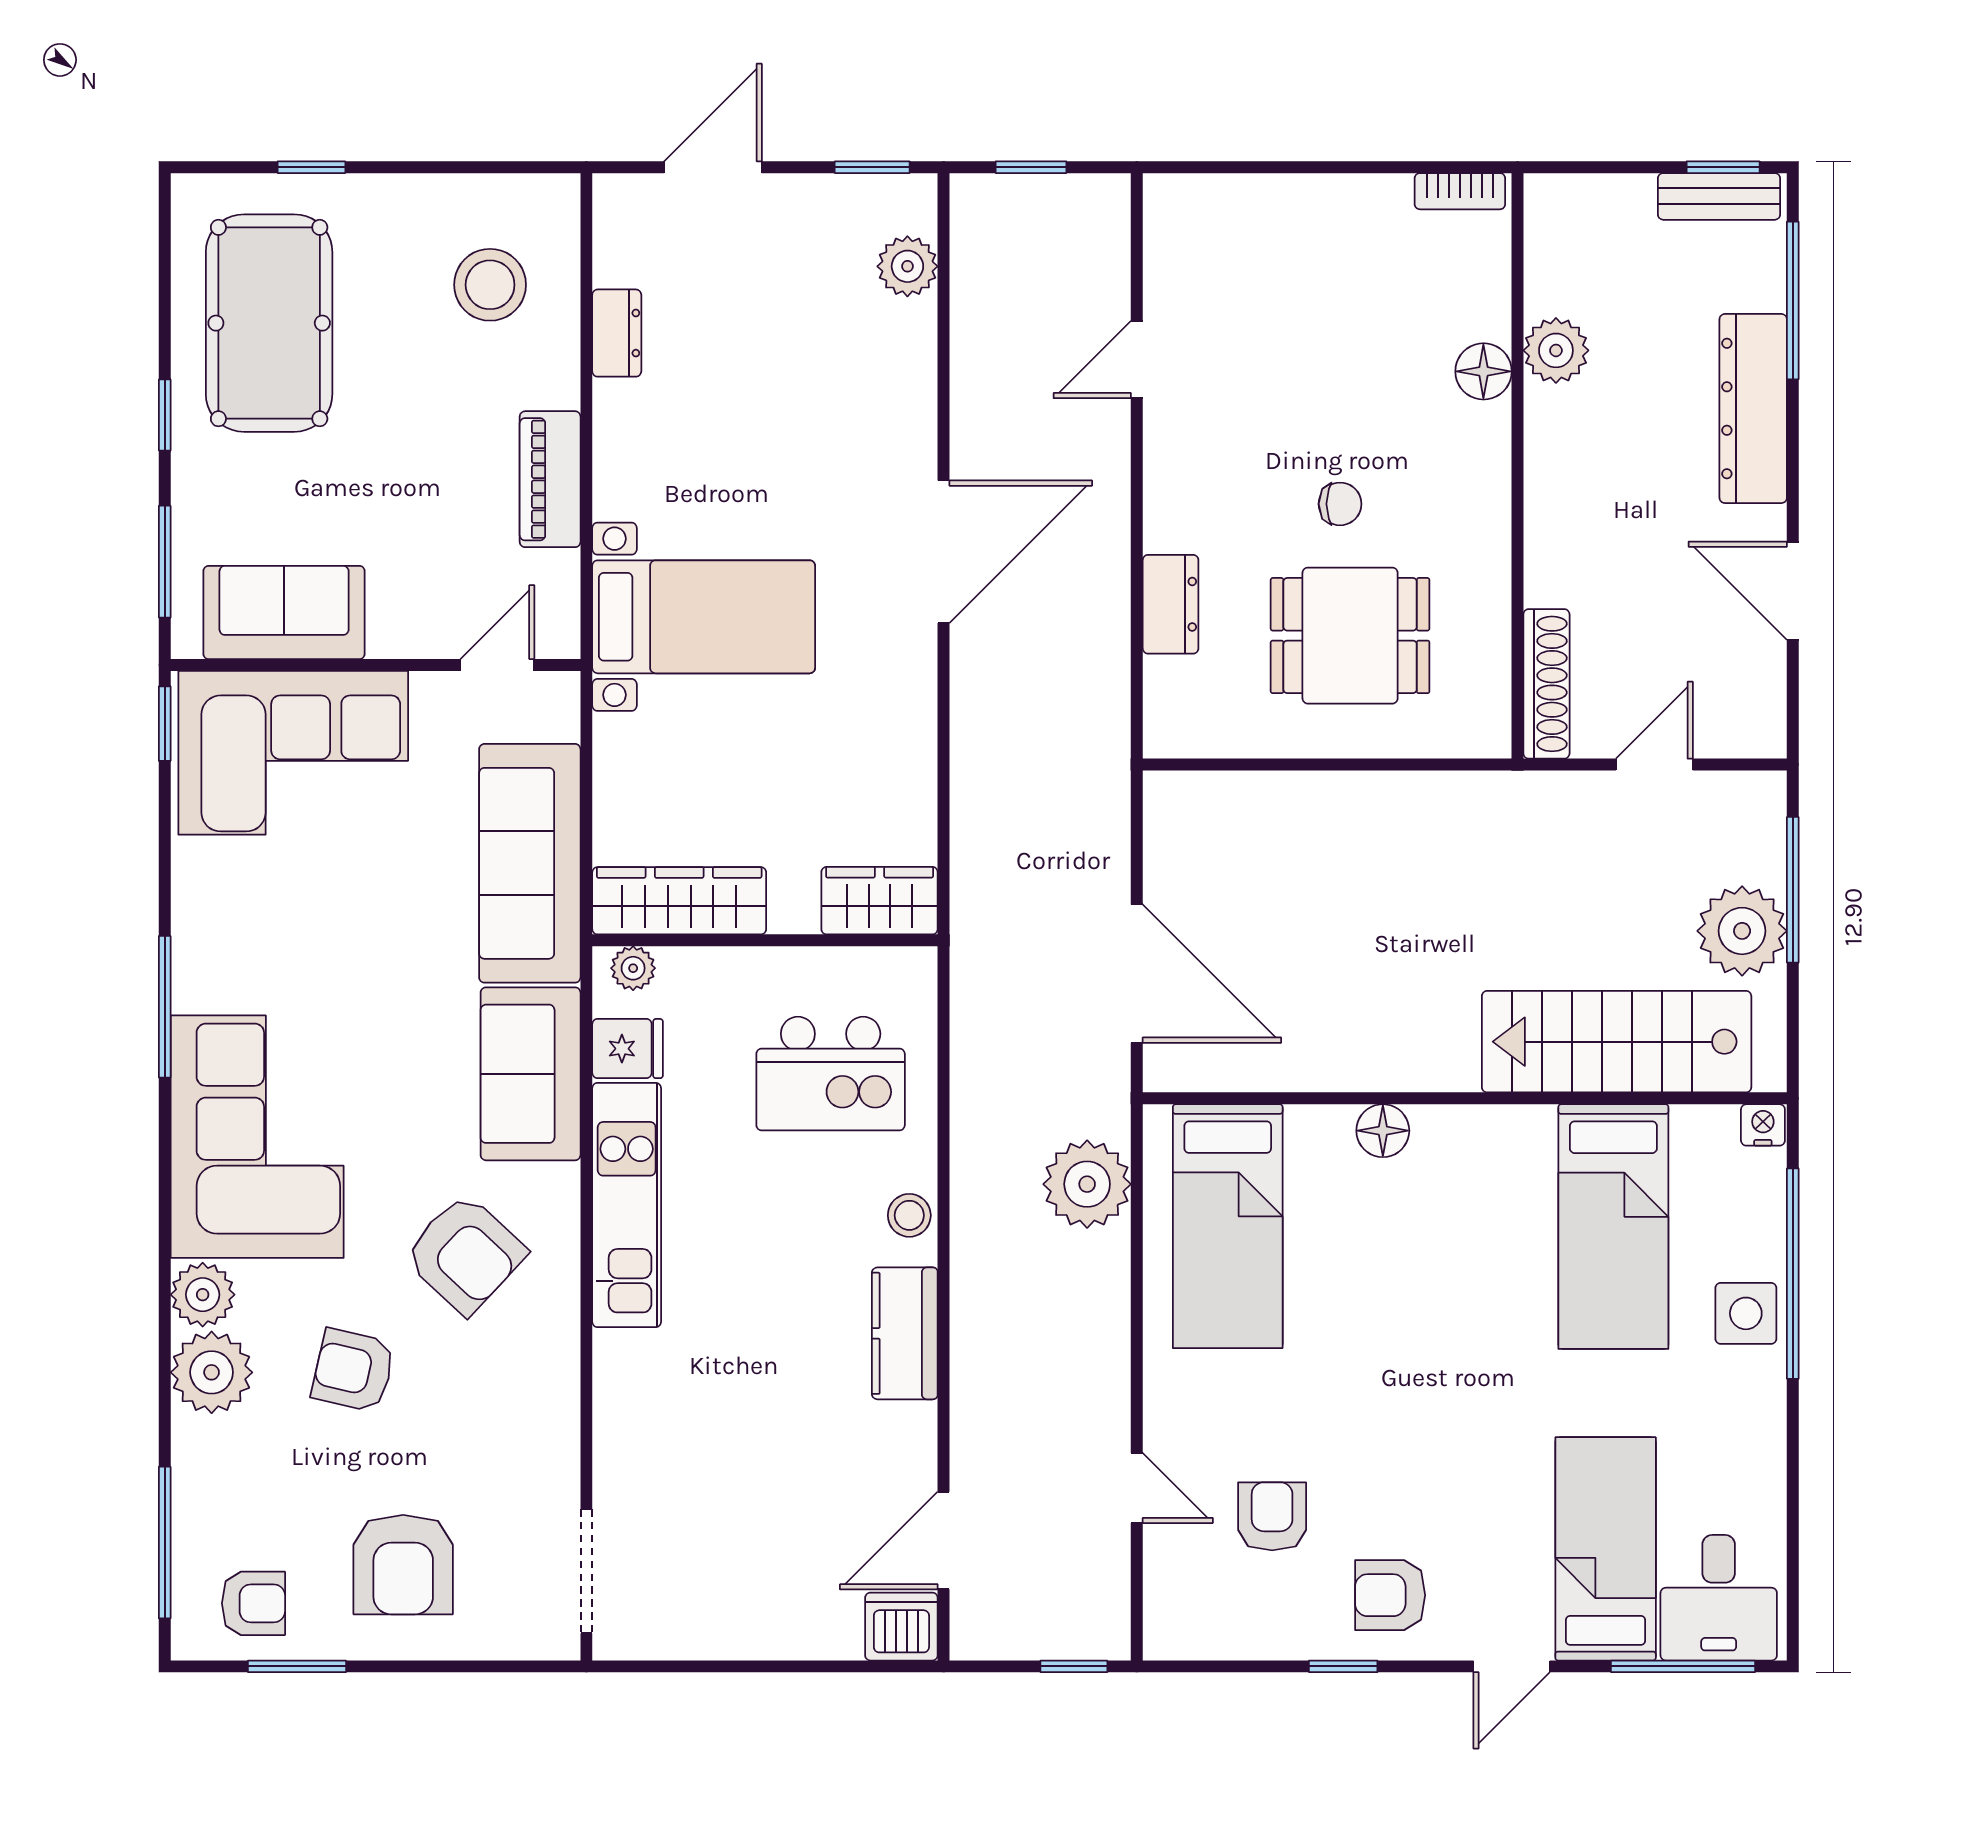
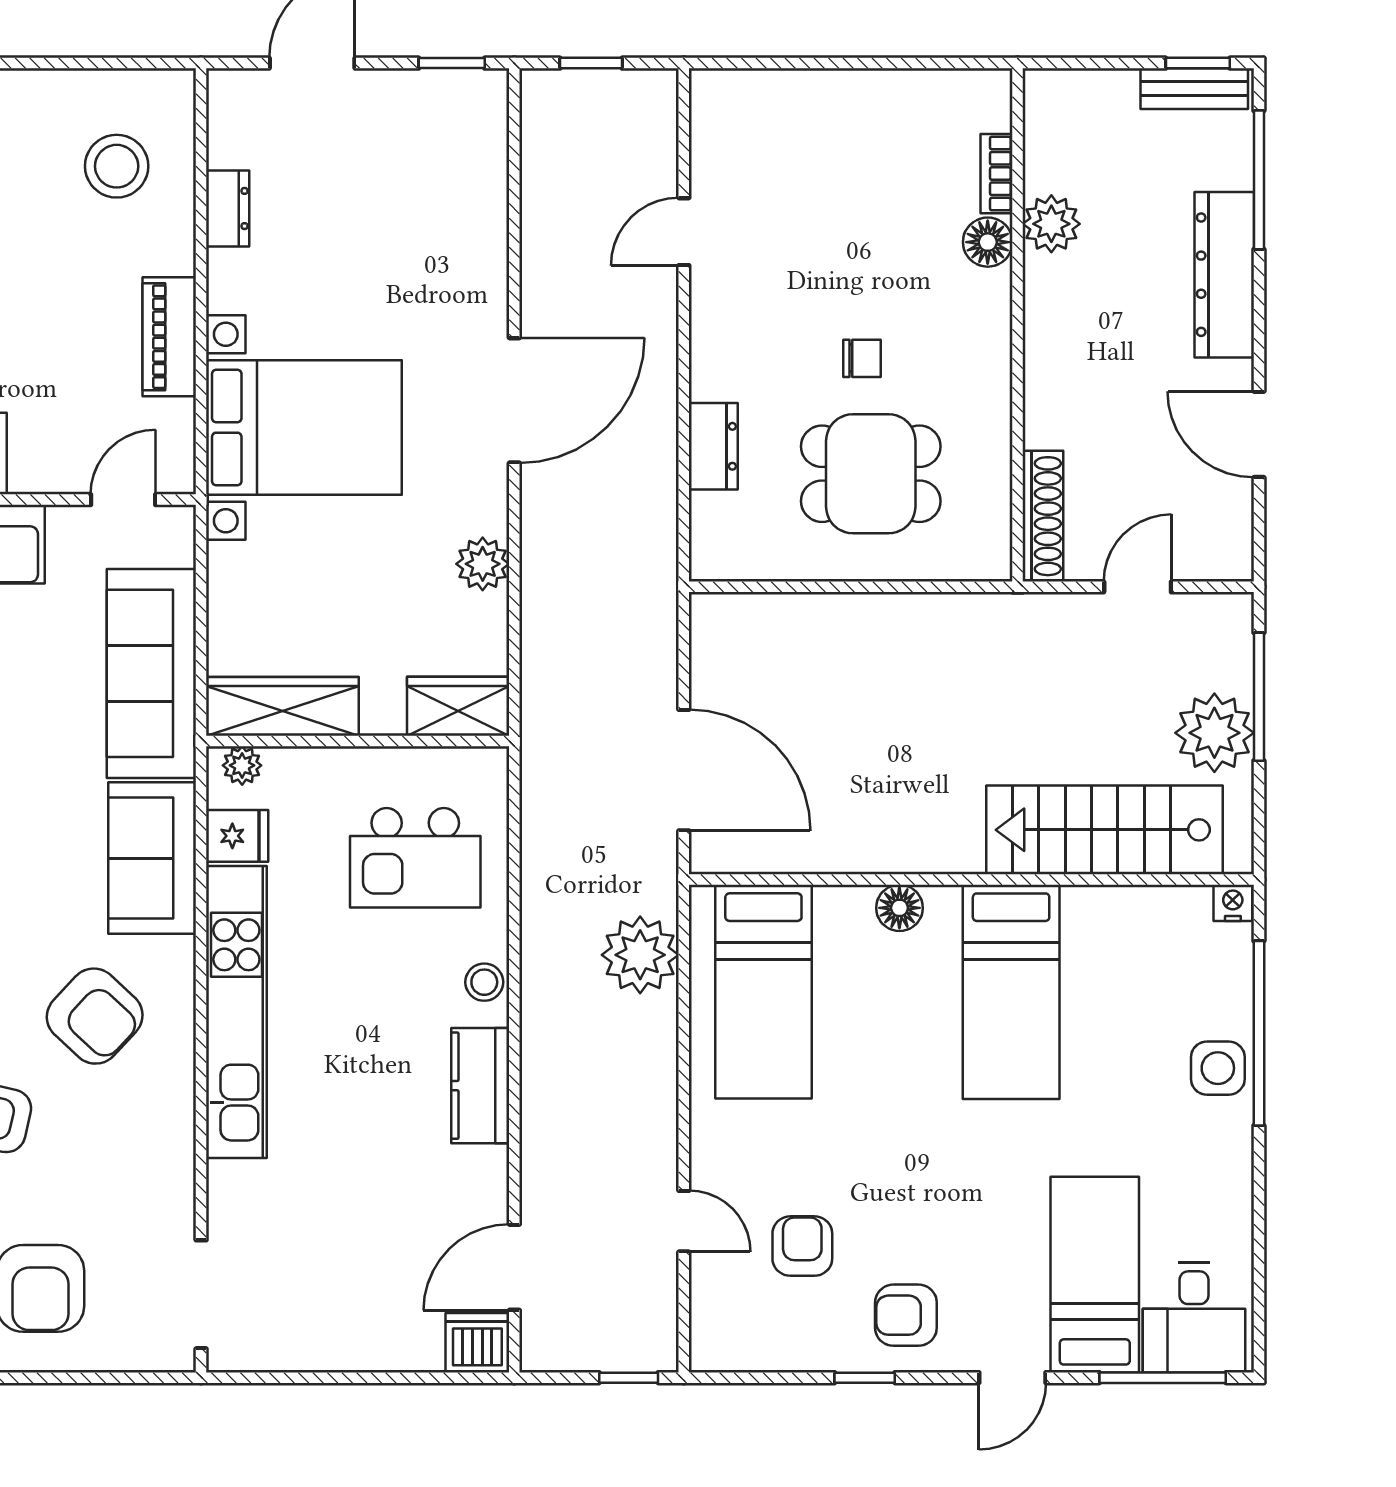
bookcase: (1460, 191) -> (997, 174), moved, turned 90
plant: (907, 266) -> (483, 564), moved
bed with nightstands: (704, 617) -> (304, 427), width x1.36
kitchen unit: (627, 1205) -> (236, 1012), width x1.36
bed: (1613, 1227) -> (1011, 992), moved

